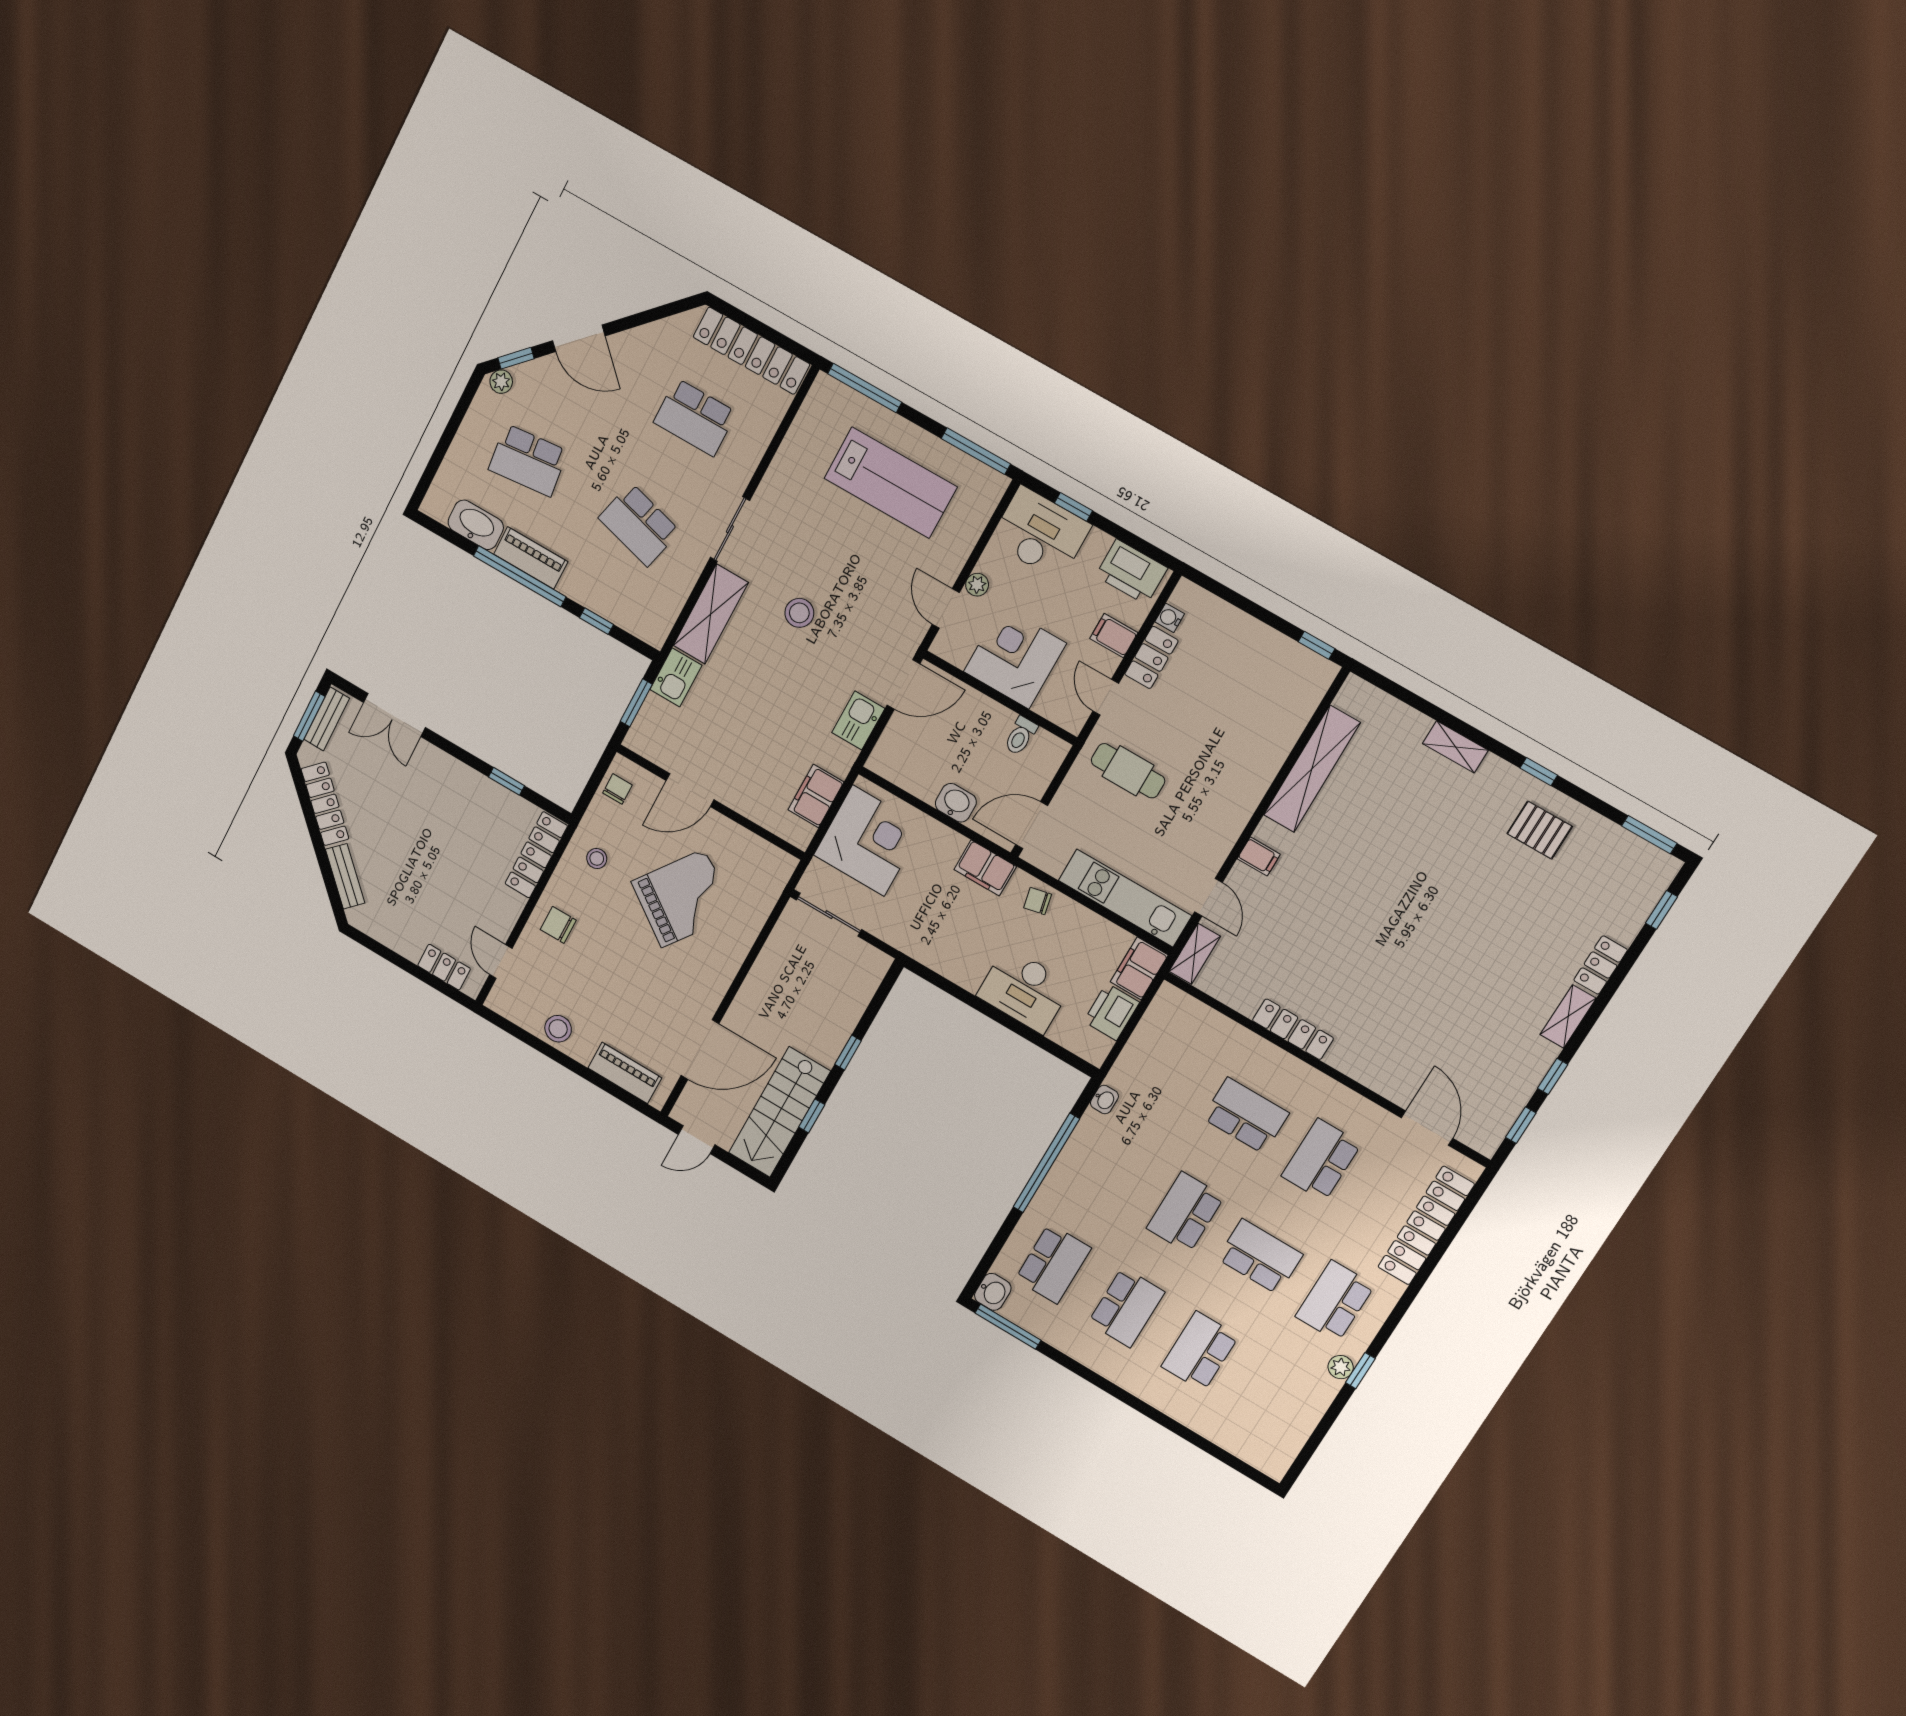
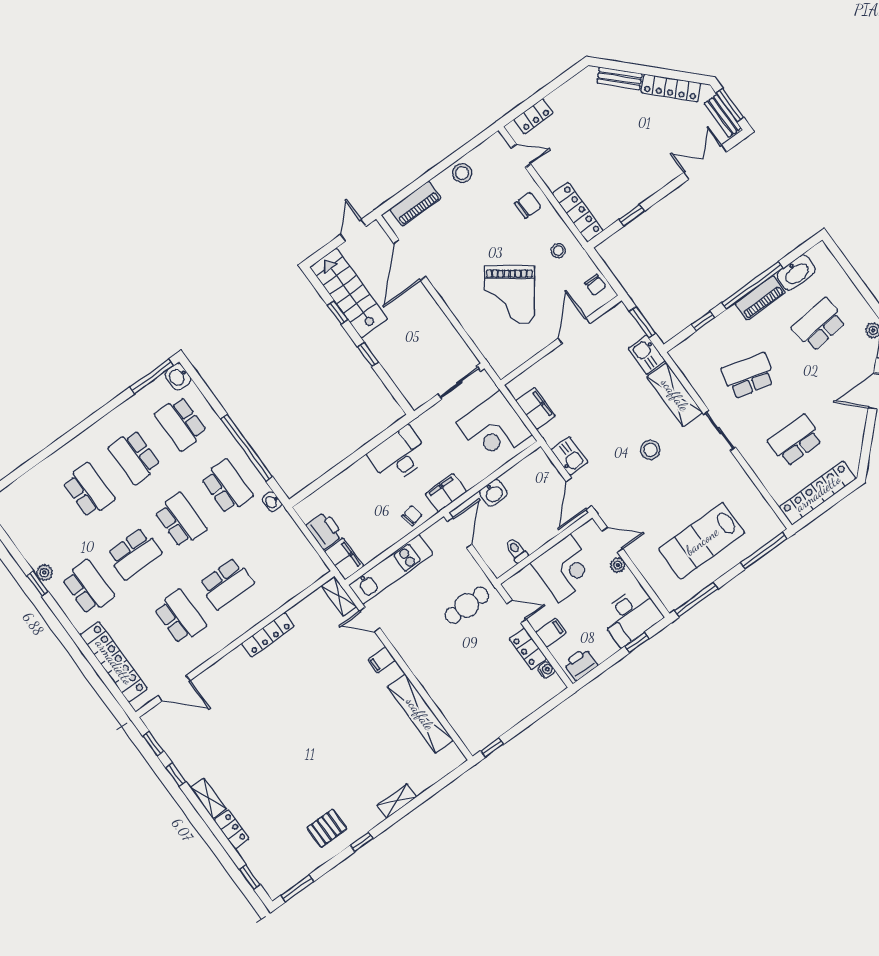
printer: (1131, 572) -> (581, 664), width x0.73, depth x0.84
desk: (1024, 990) -> (399, 455), moved
school desk: (1111, 1169) -> (227, 487), added

